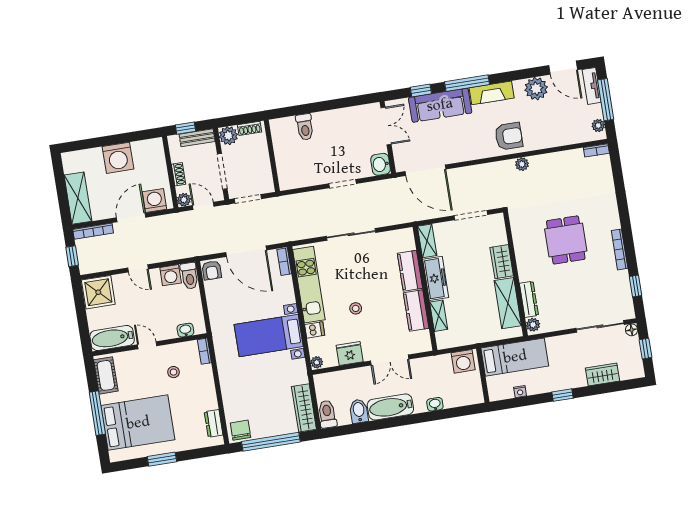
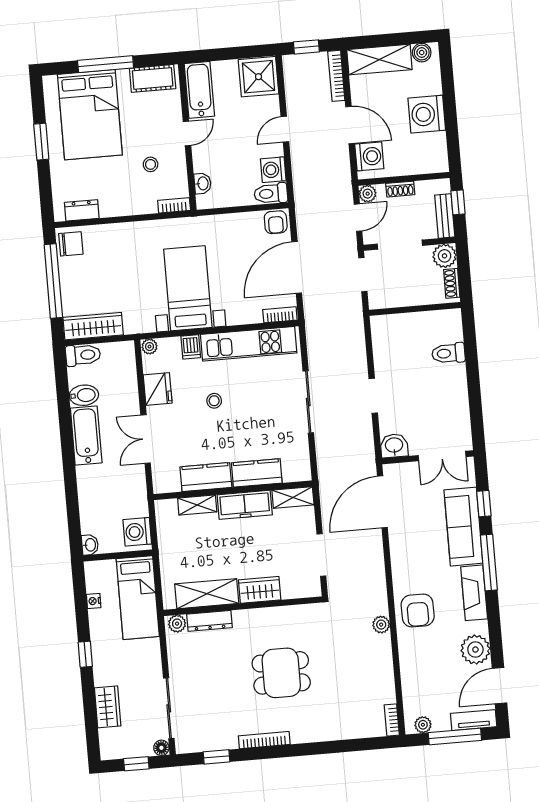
boiler: (70, 165) -> (422, 53), added
armchair: (212, 270) -> (276, 222), turned -90
washbasin: (435, 404) -> (90, 545), moved

